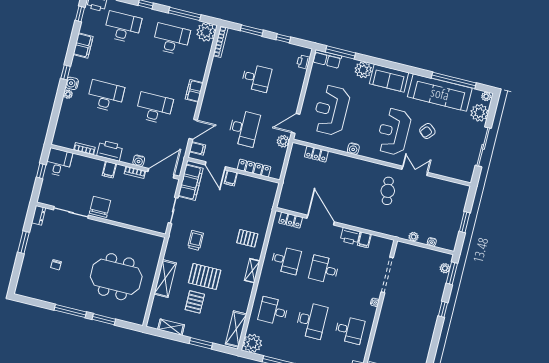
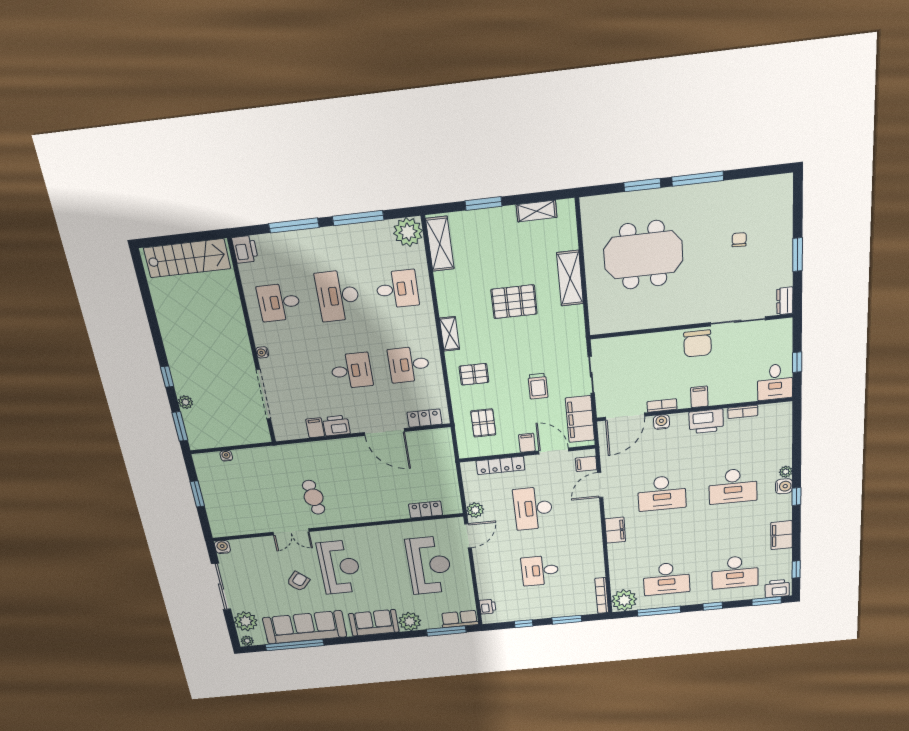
water cooler: (353, 149) -> (222, 547), moved
plant: (414, 237) -> (253, 454), removed
trolley: (196, 240) -> (538, 386), moved
plant: (445, 268) -> (185, 402), moved
pallet: (195, 302) -> (483, 423), moved

